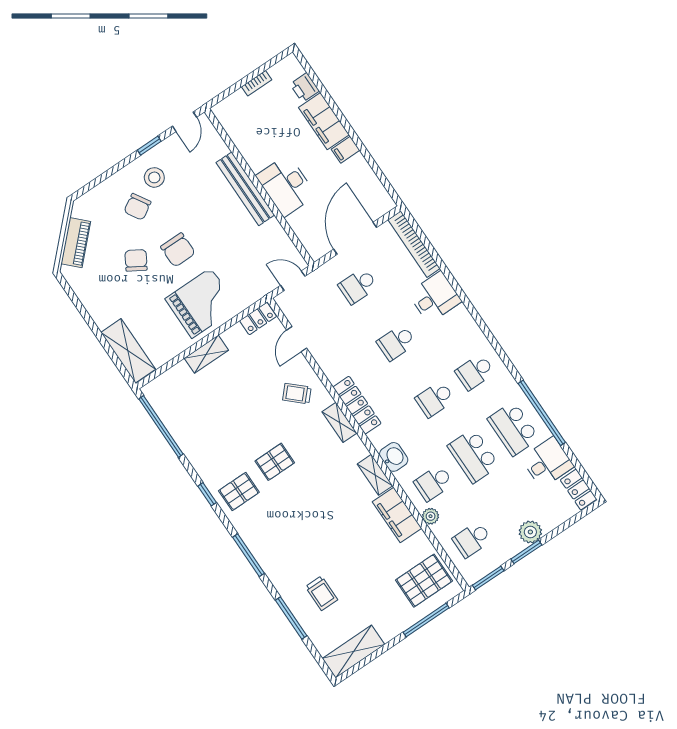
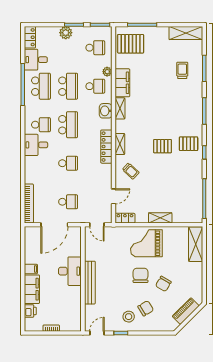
desk: (435, 297) -> (36, 145), moved
school desk: (435, 399) -> (68, 125), width x1.85

